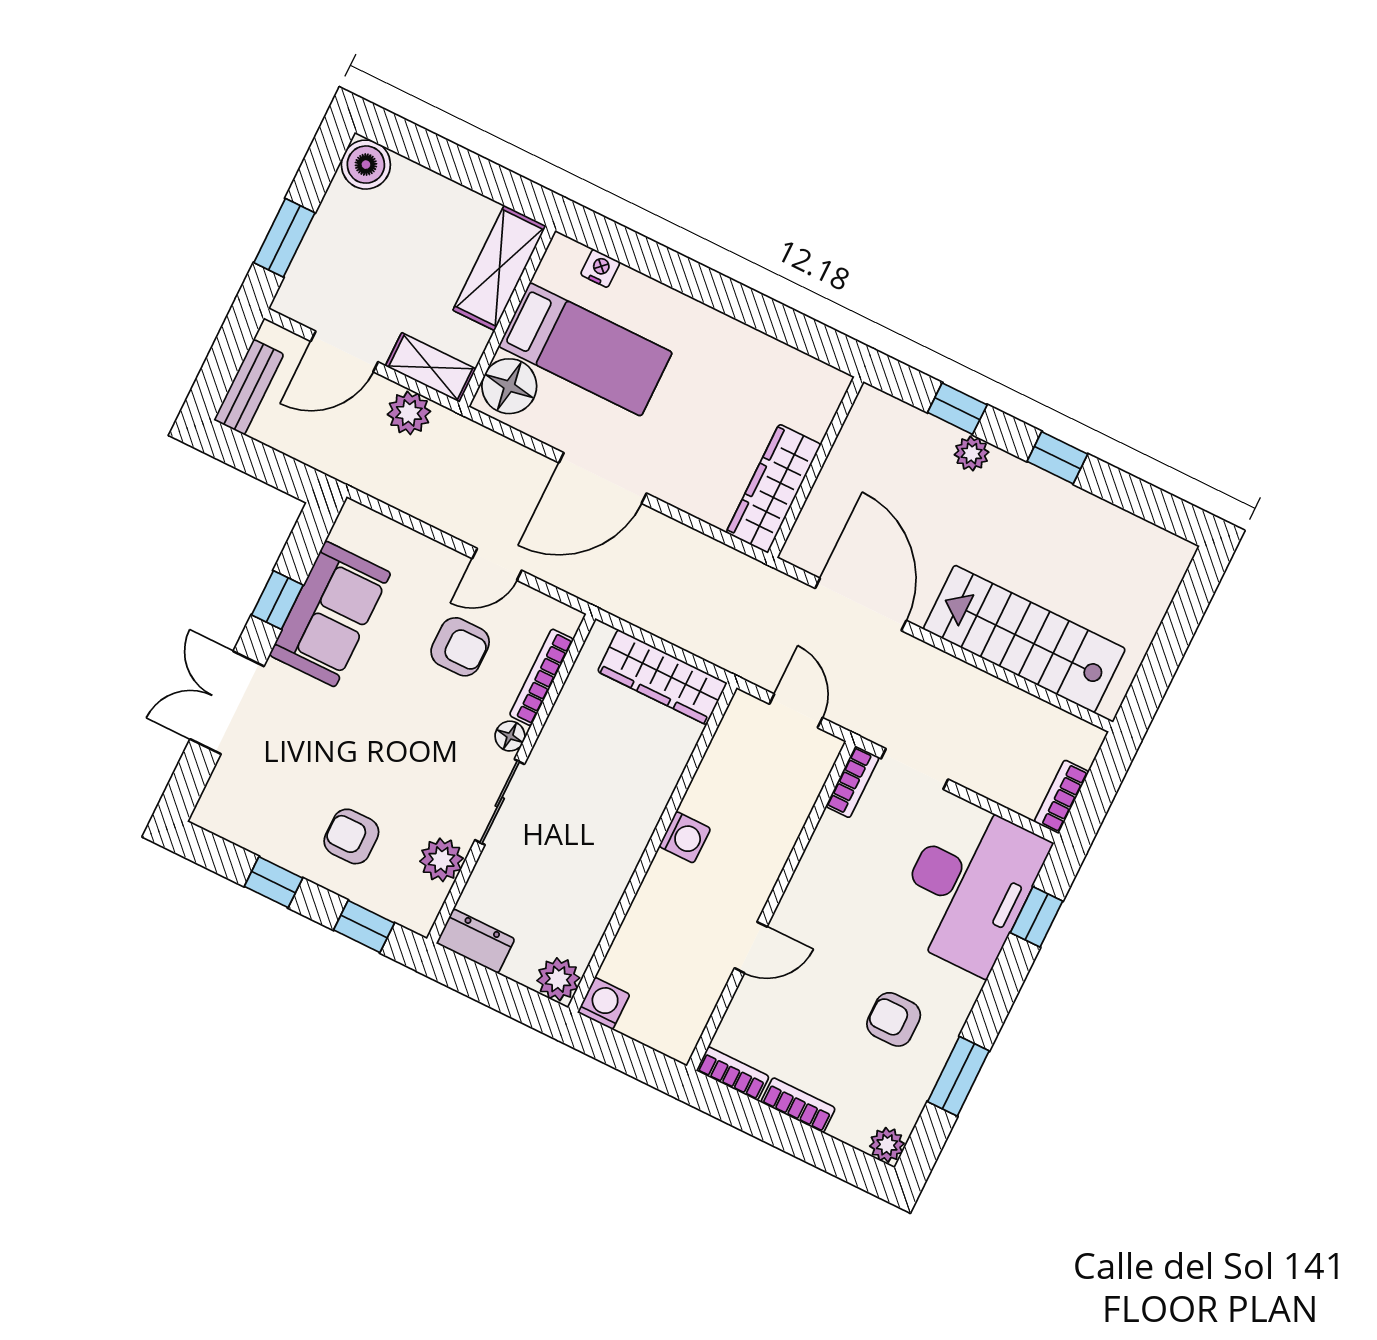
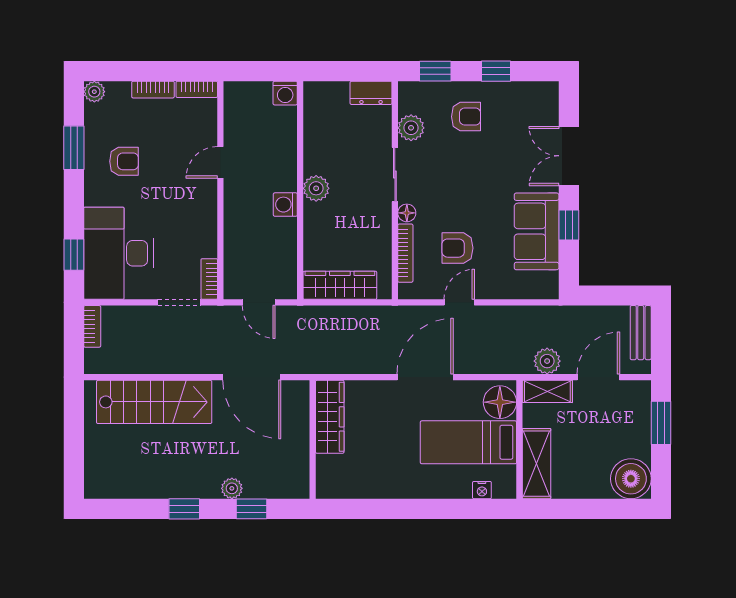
boiler: (366, 165) -> (631, 479), width x1.37, depth x1.37
double door: (227, 703) -> (569, 156), swing flipped
plant: (558, 979) -> (316, 188), moved

